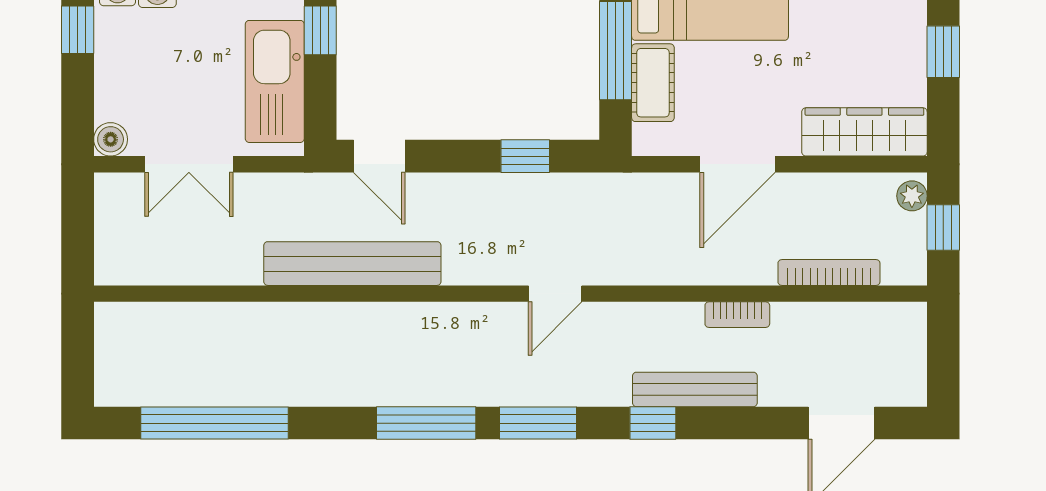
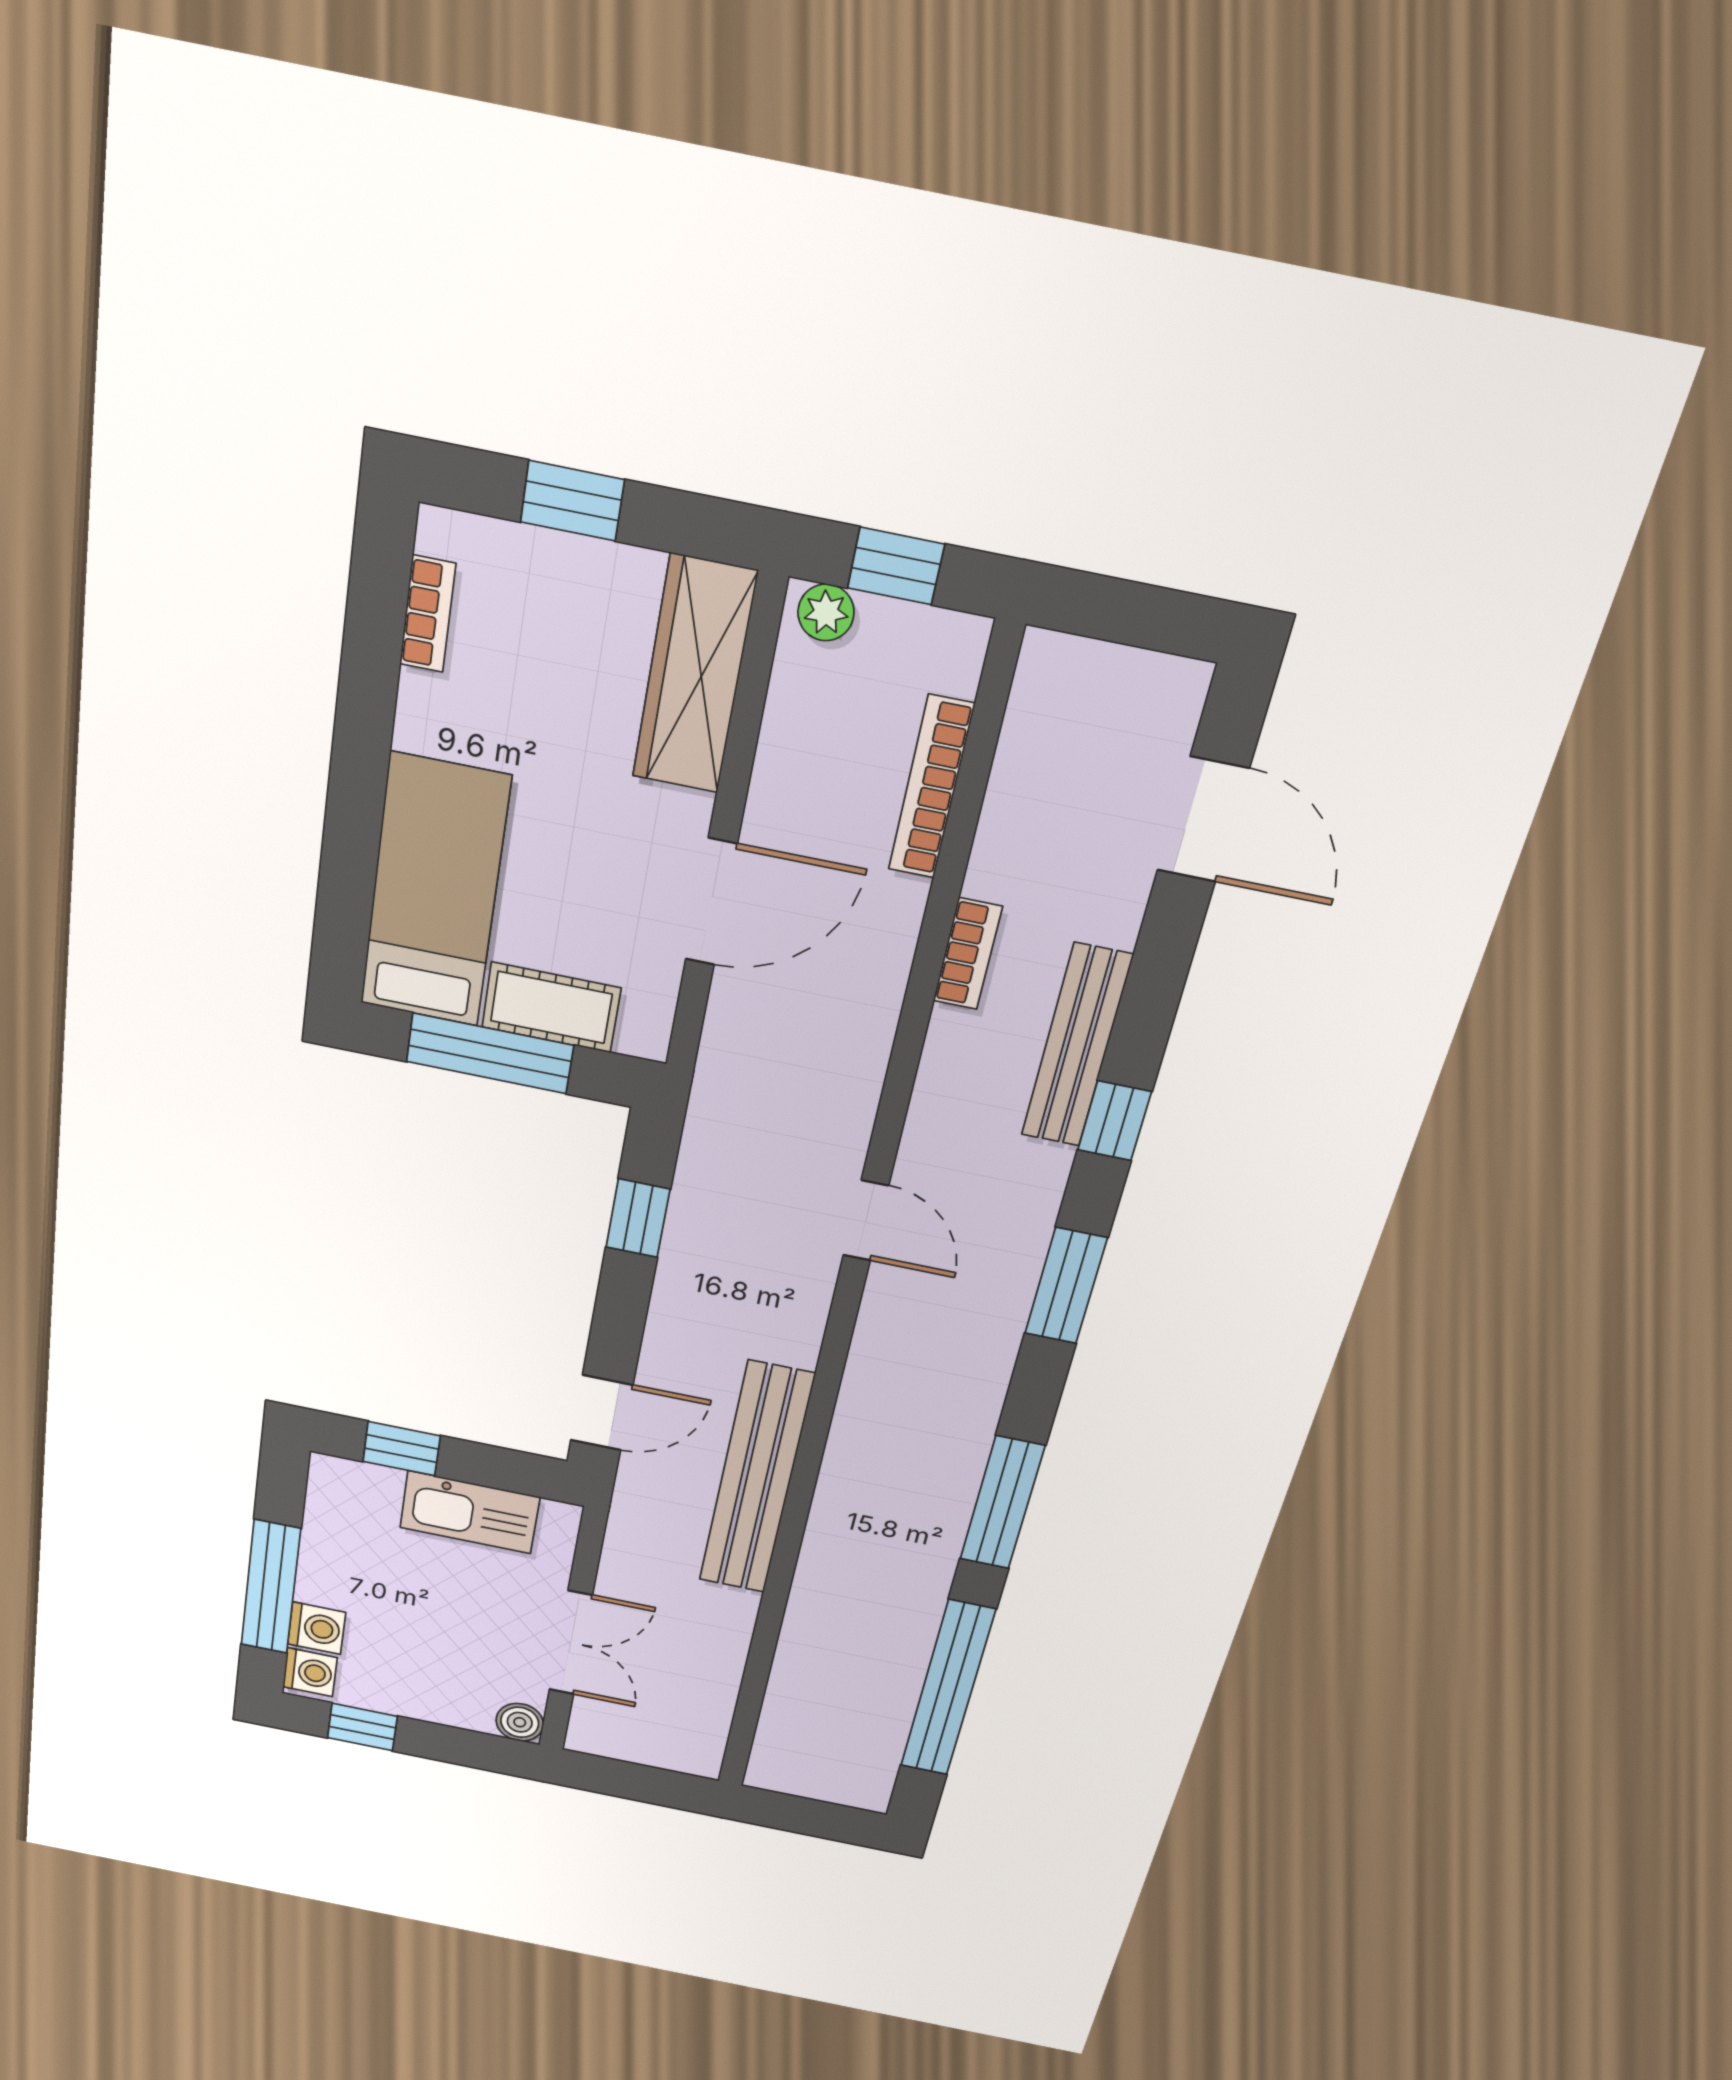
kitchen sink: (275, 81) -> (470, 1512), width x0.73, depth x0.81
door: (737, 164) -> (711, 902), hinge flipped
window: (426, 423) -> (1002, 1503), moved

